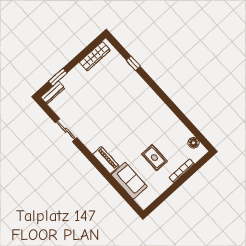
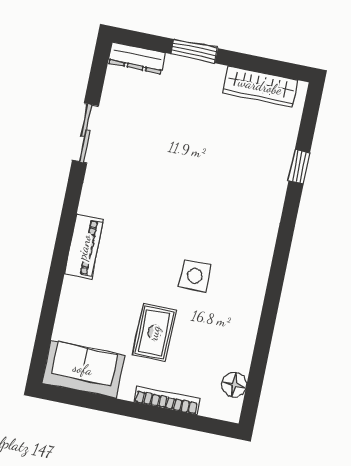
window: (58, 77) -> (194, 51), moved
side table: (145, 128) -> (195, 276), added
sofa: (129, 181) -> (83, 369), moved, turned -90

